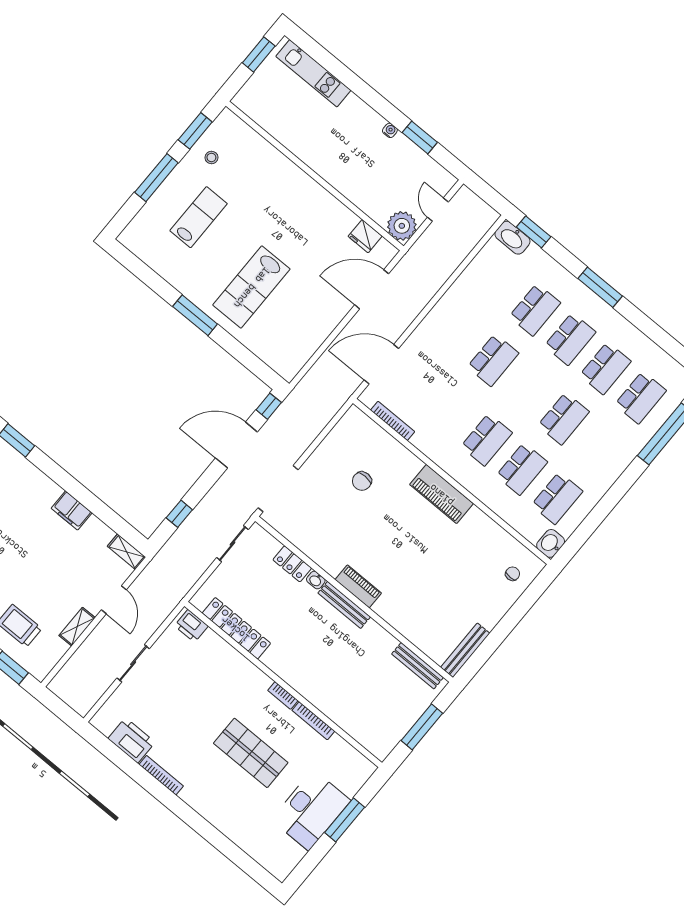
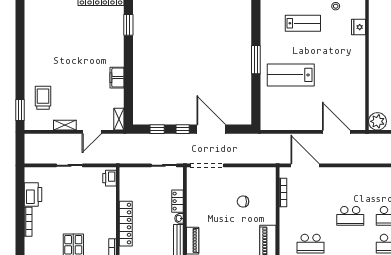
fridge: (365, 236) -> (359, 27), moved
window: (269, 406) -> (183, 129), moved
locker: (236, 628) -> (126, 224), moved

